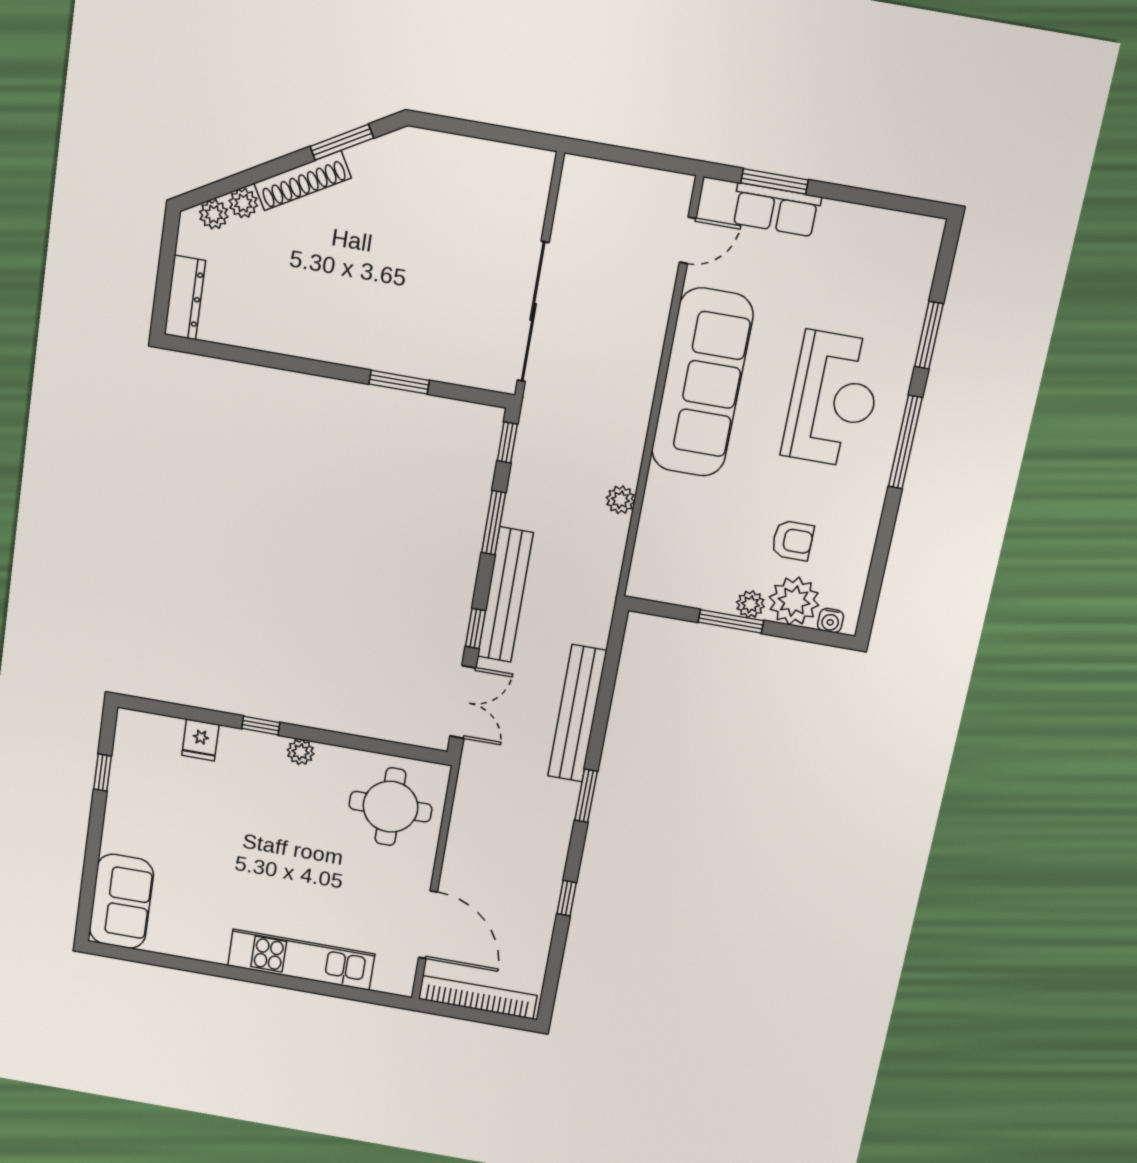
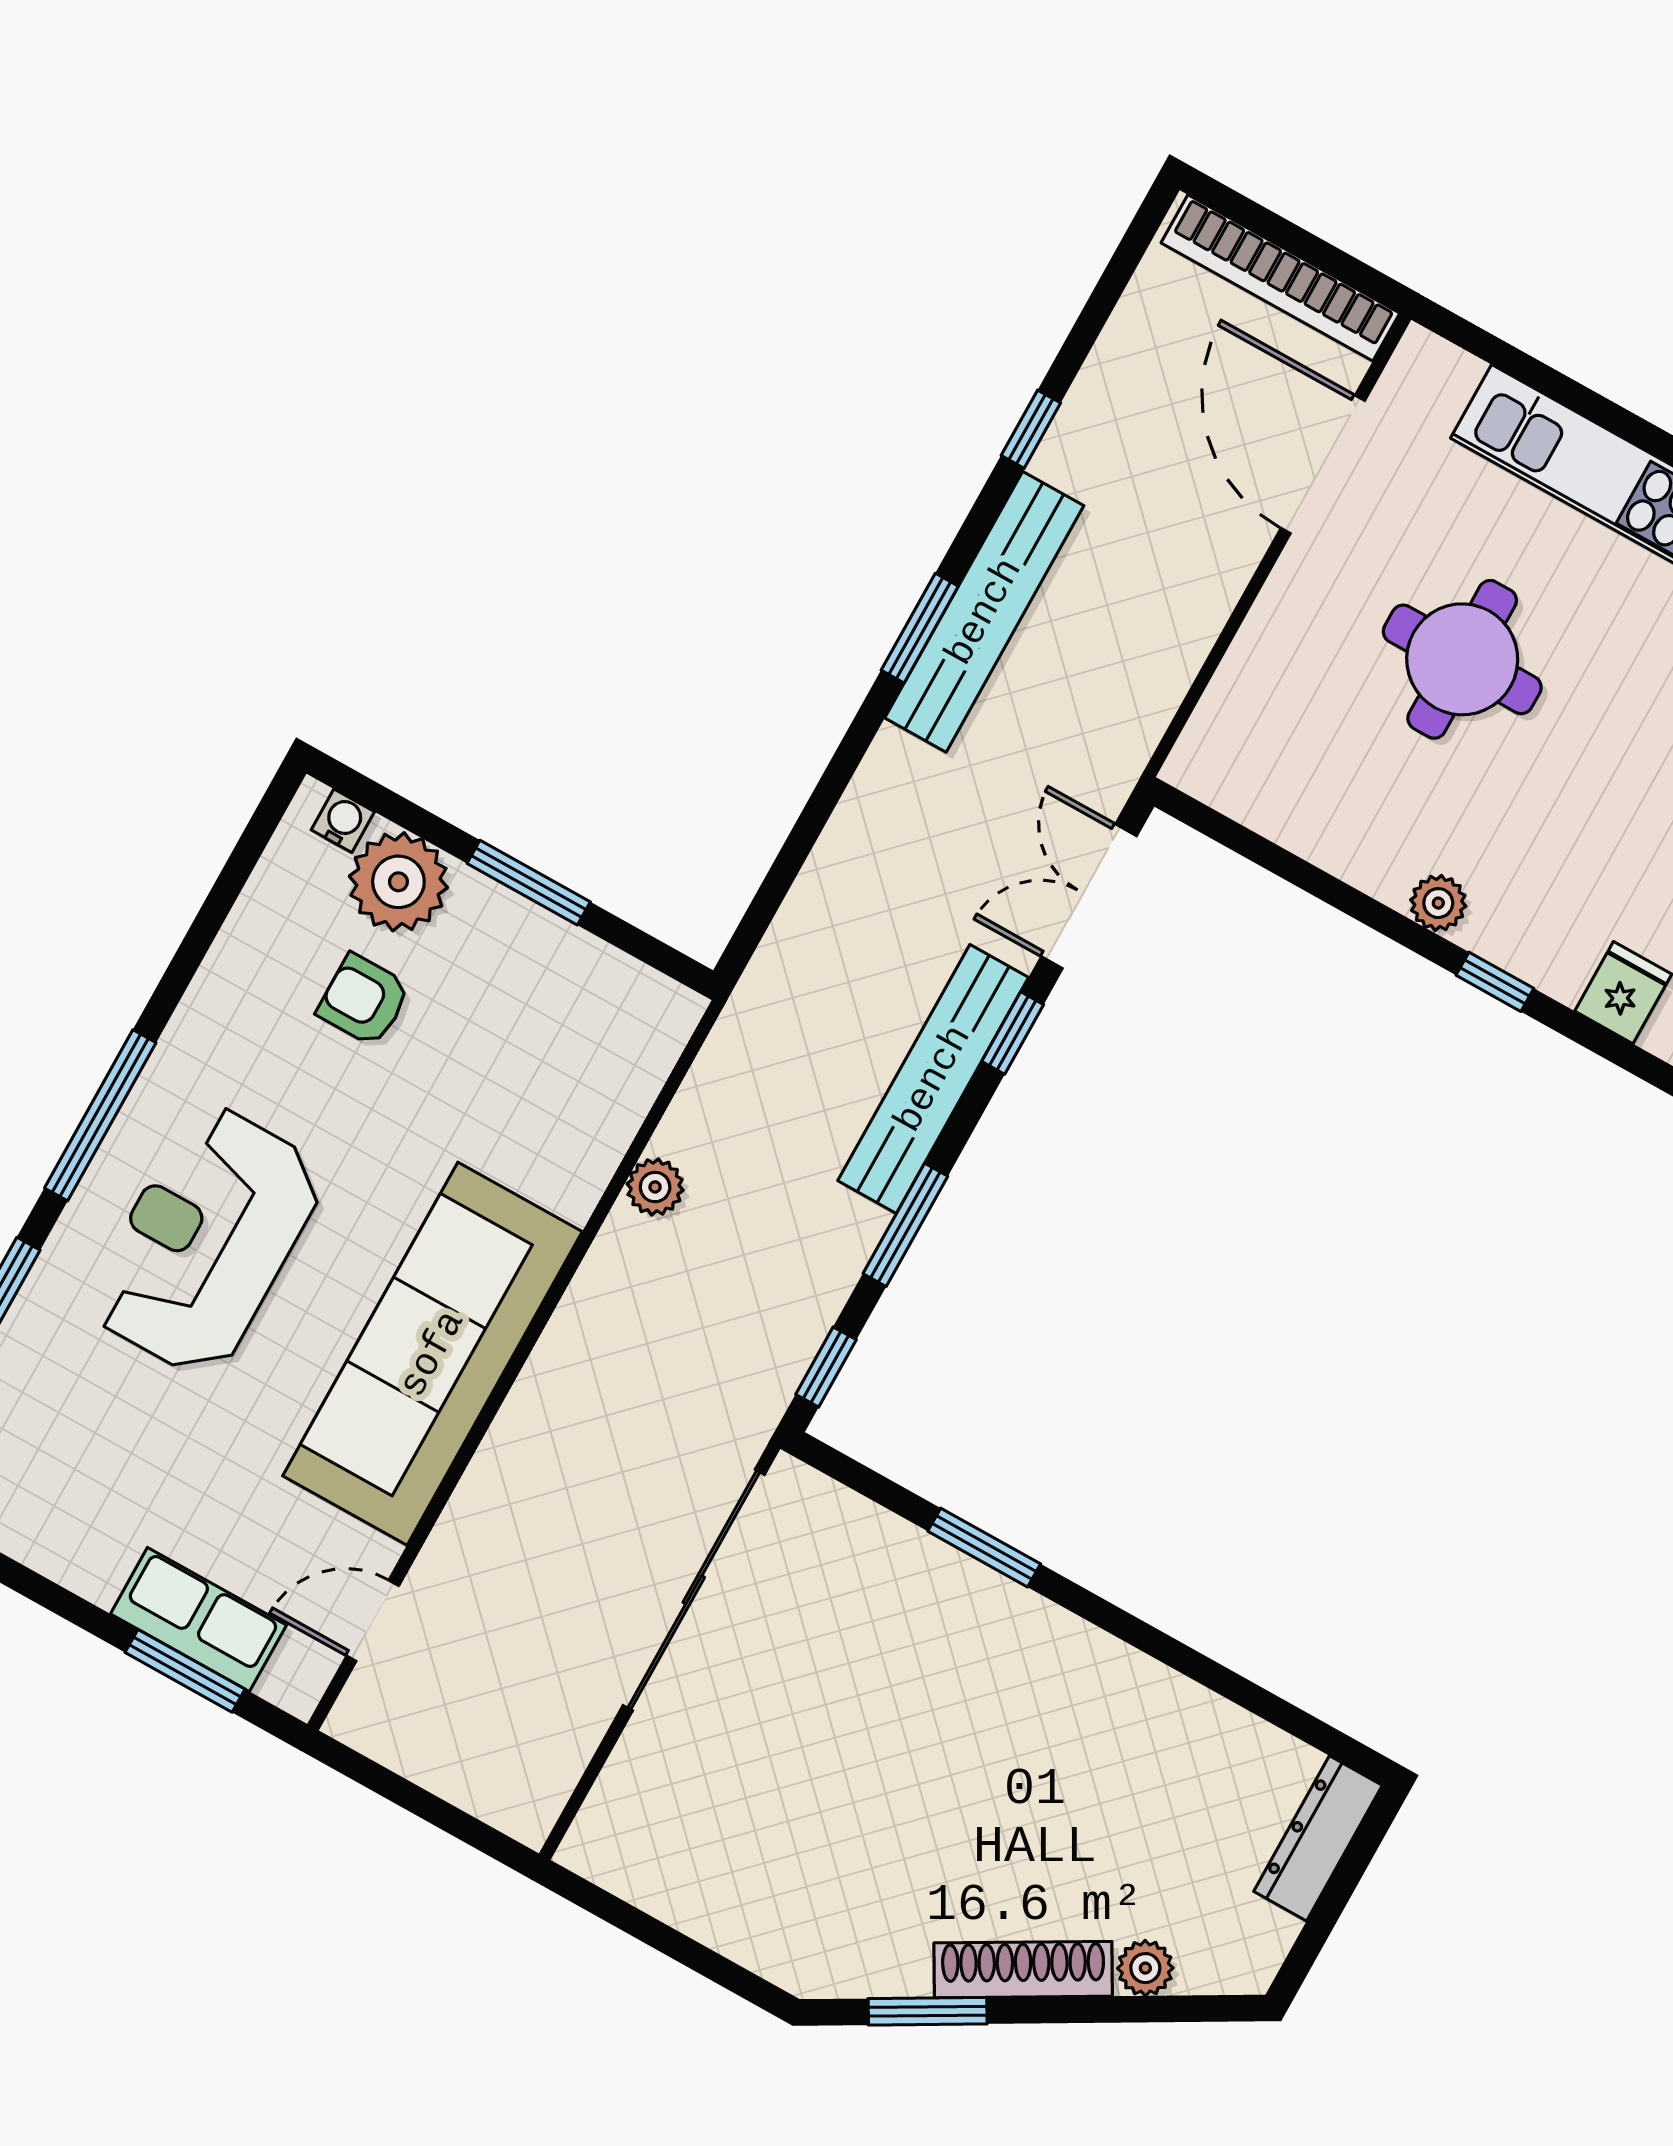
plant: (214, 214) -> (1206, 1967), removed
plant: (750, 604) -> (481, 903), removed
bench: (577, 714) -> (984, 612), moved
round table: (391, 807) -> (1462, 659), moved

